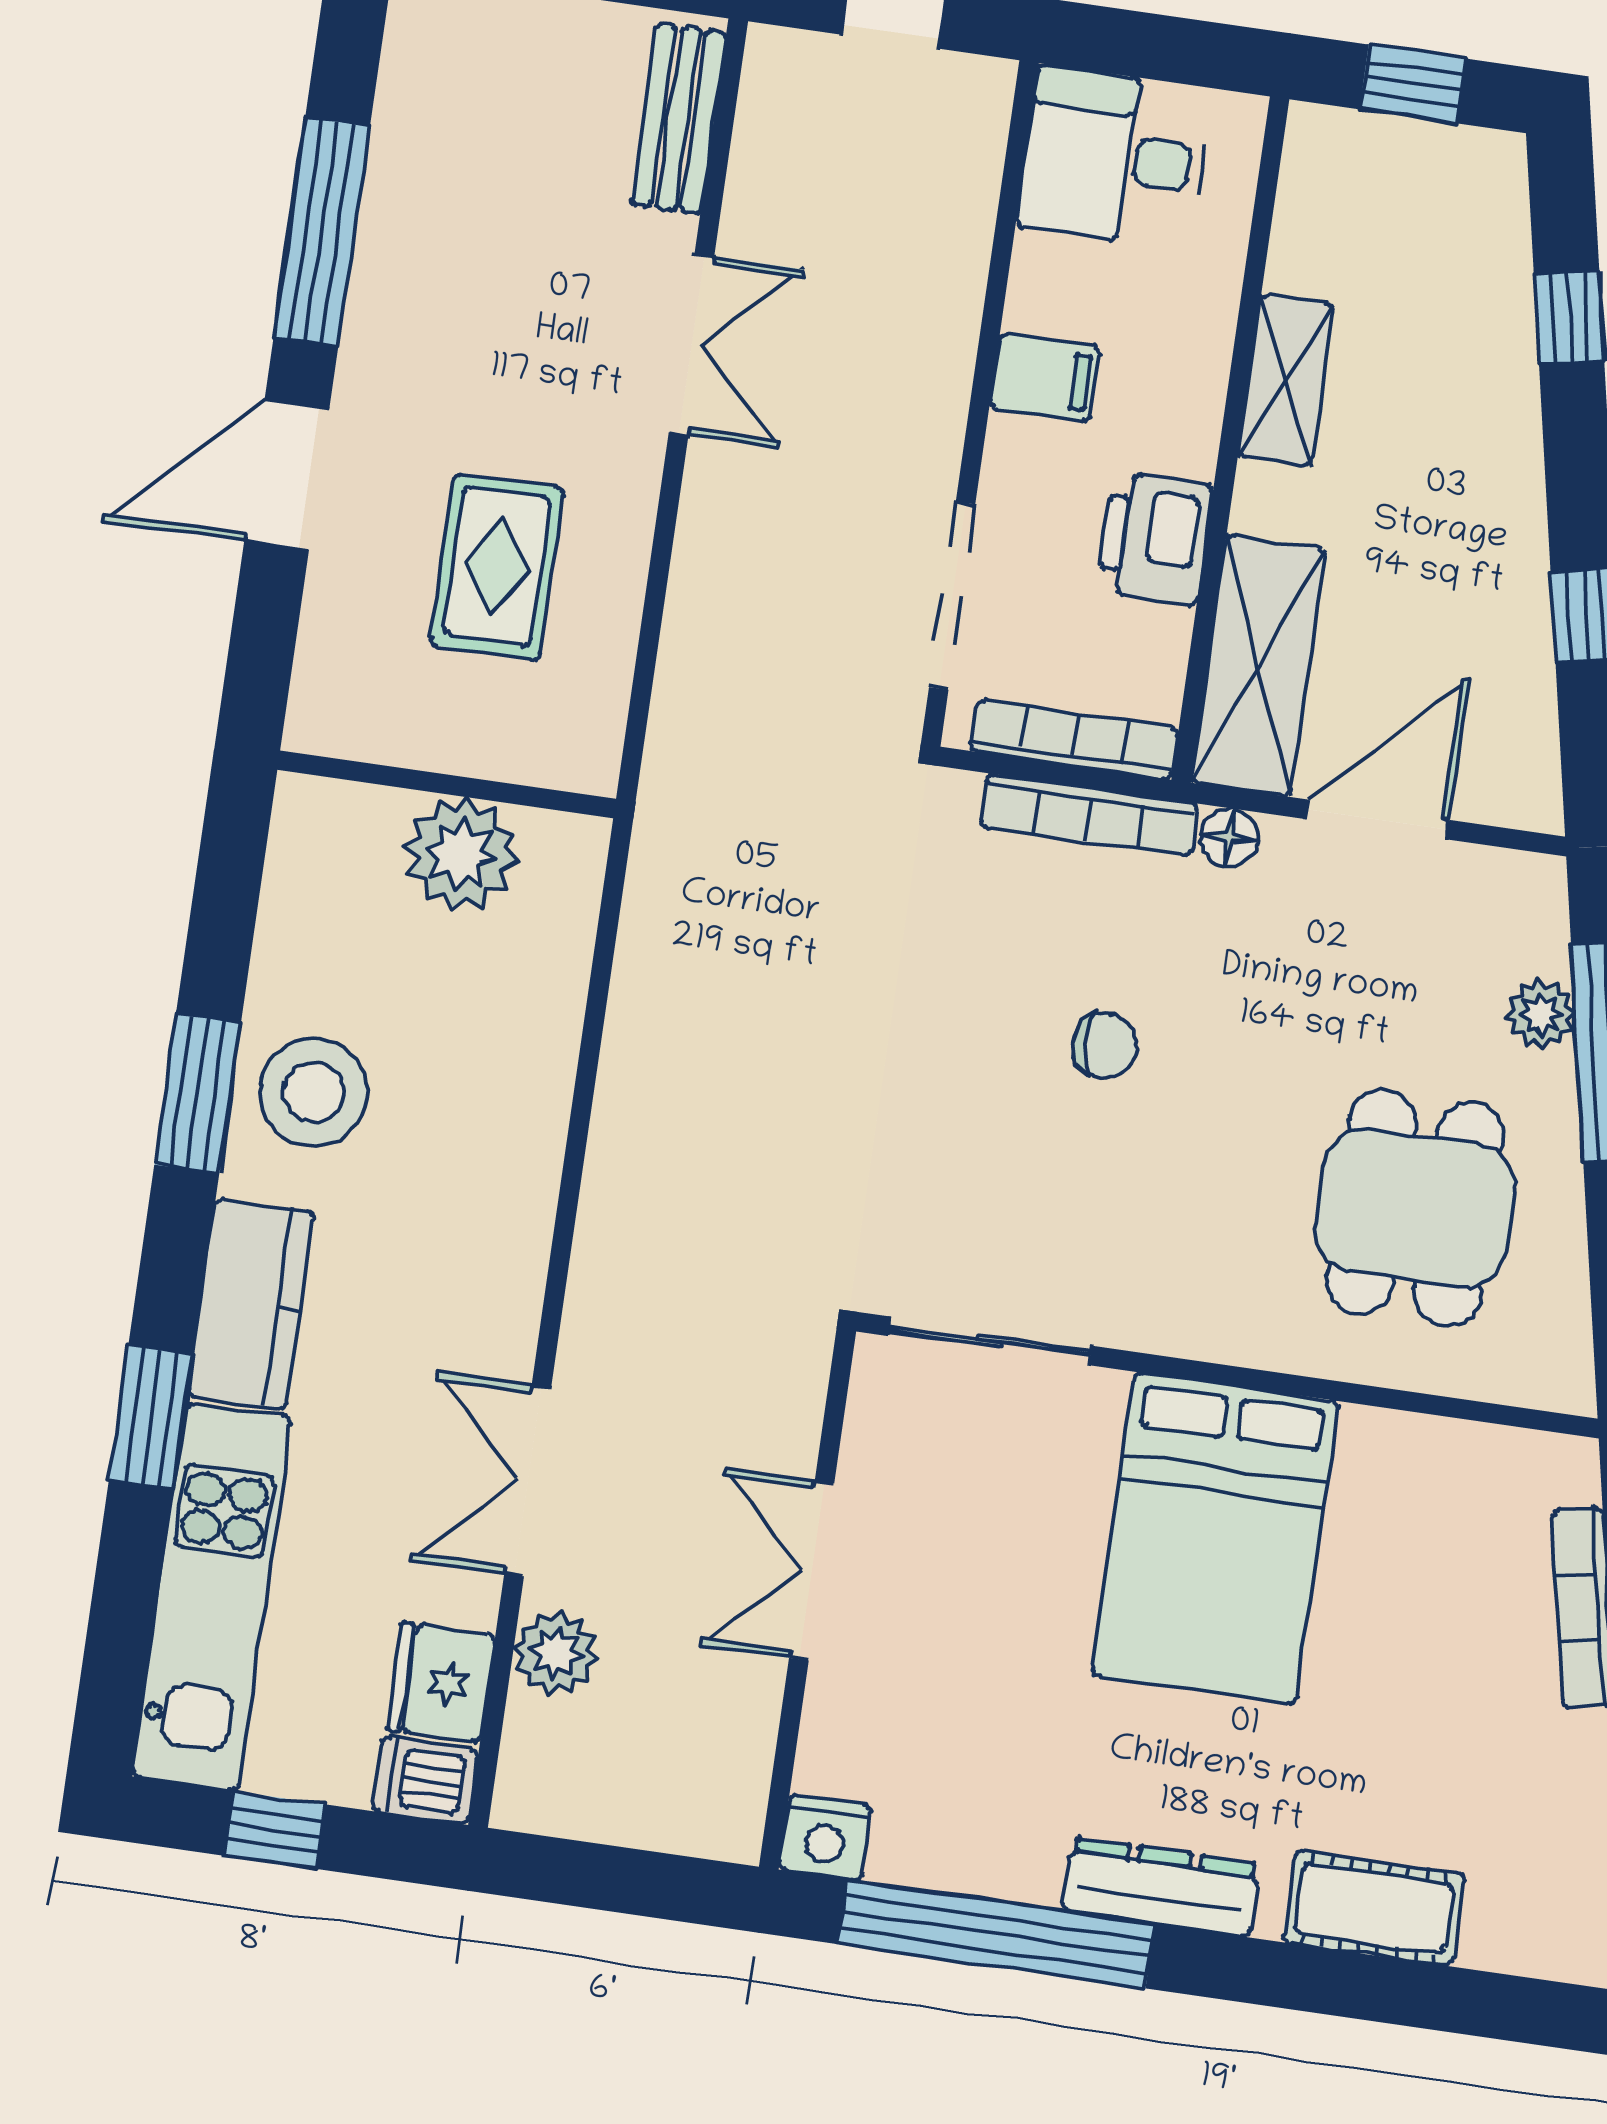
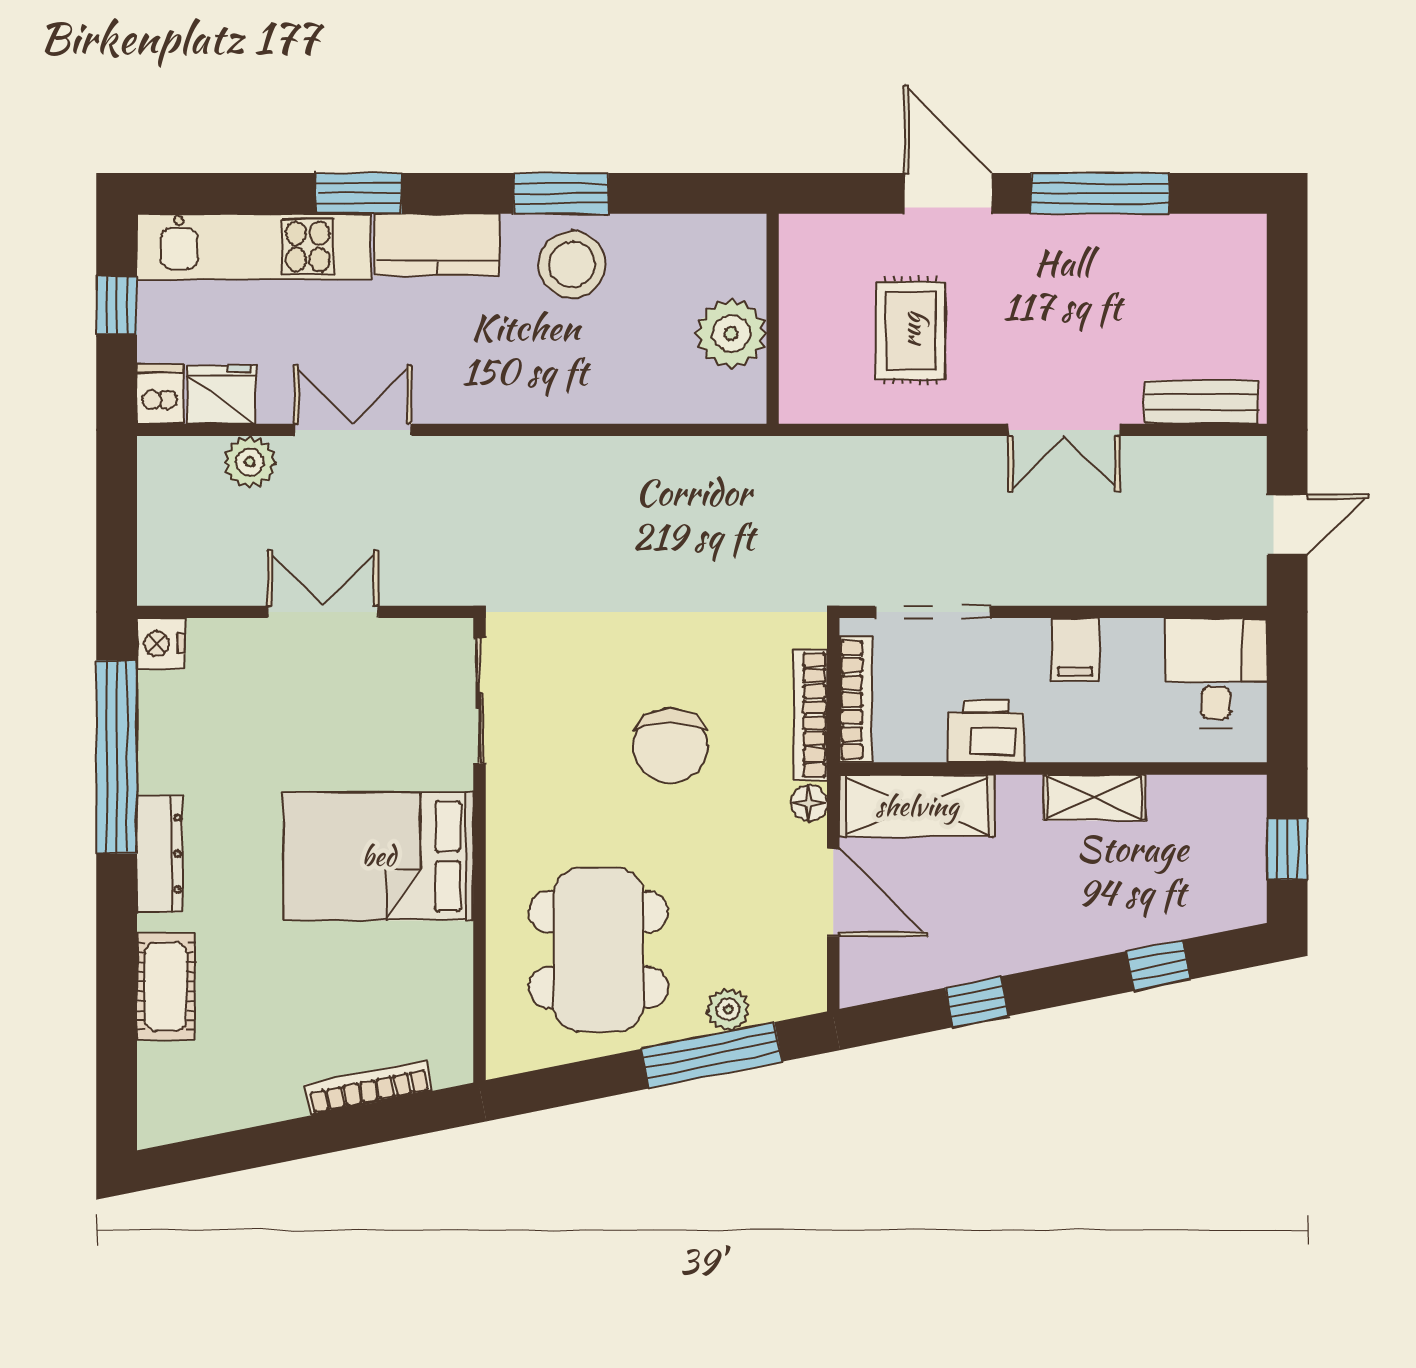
rug: (497, 567) -> (911, 330), turned 90
chair: (1105, 1046) -> (671, 746), width x1.87, depth x1.87
dining table: (1415, 1208) -> (598, 950), width x1.38

